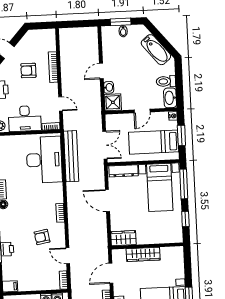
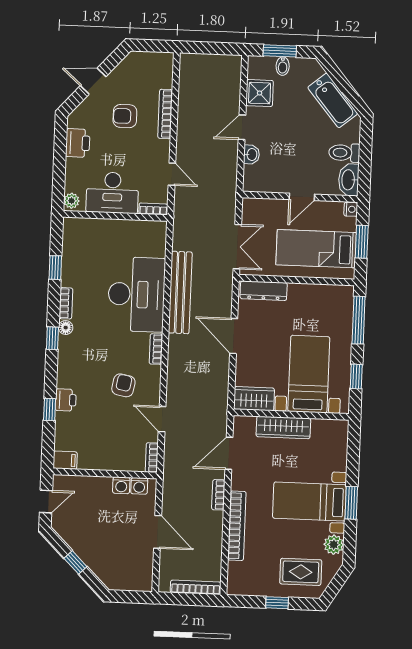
shower: (113, 102) -> (260, 93), moved
bench: (71, 156) -> (180, 292), moved
desk: (44, 160) -> (136, 294), moved
bed with nightstands: (160, 187) -> (309, 374), moved, turned 180
armchair: (42, 237) -> (123, 385), turned 111

